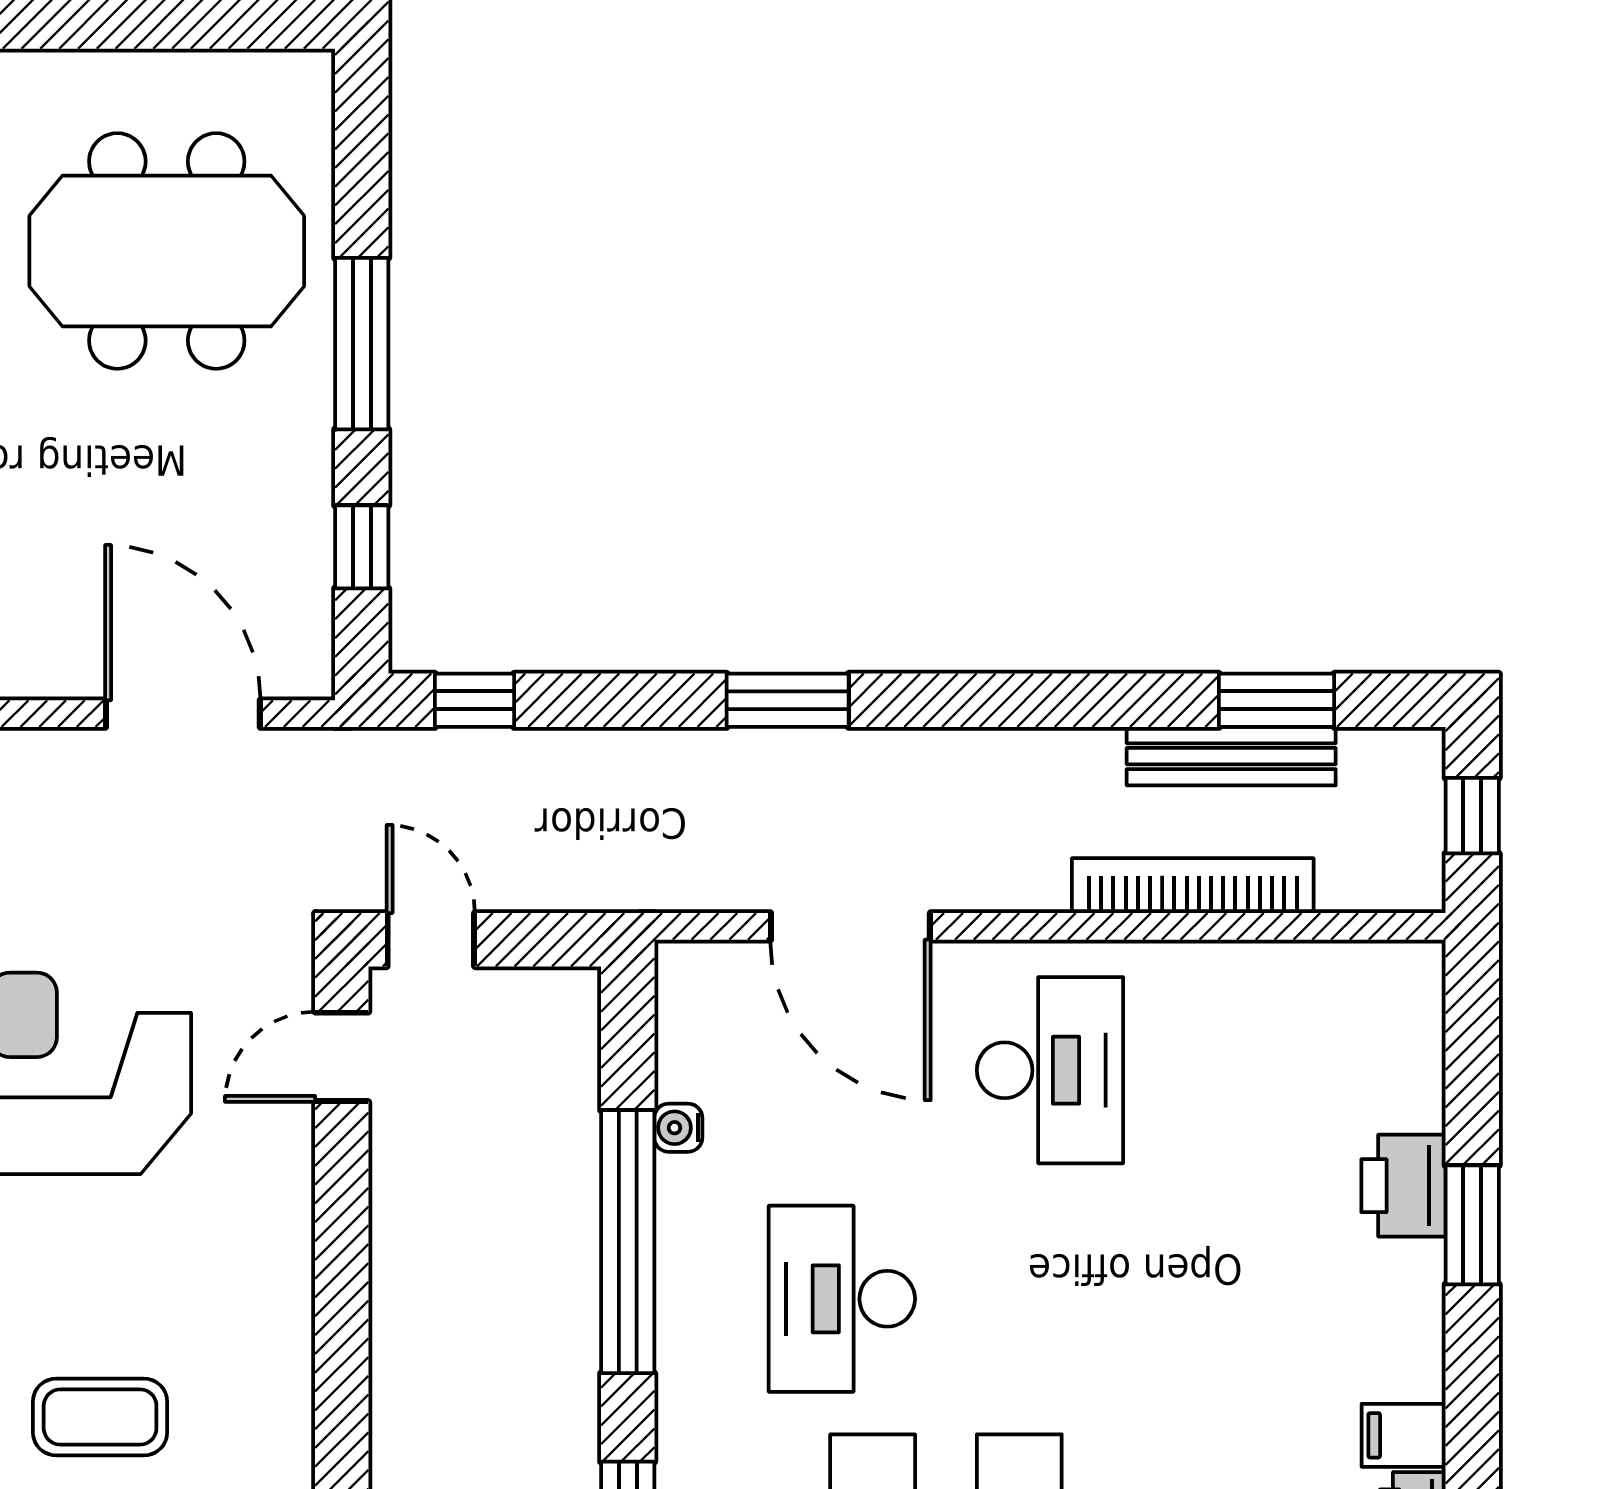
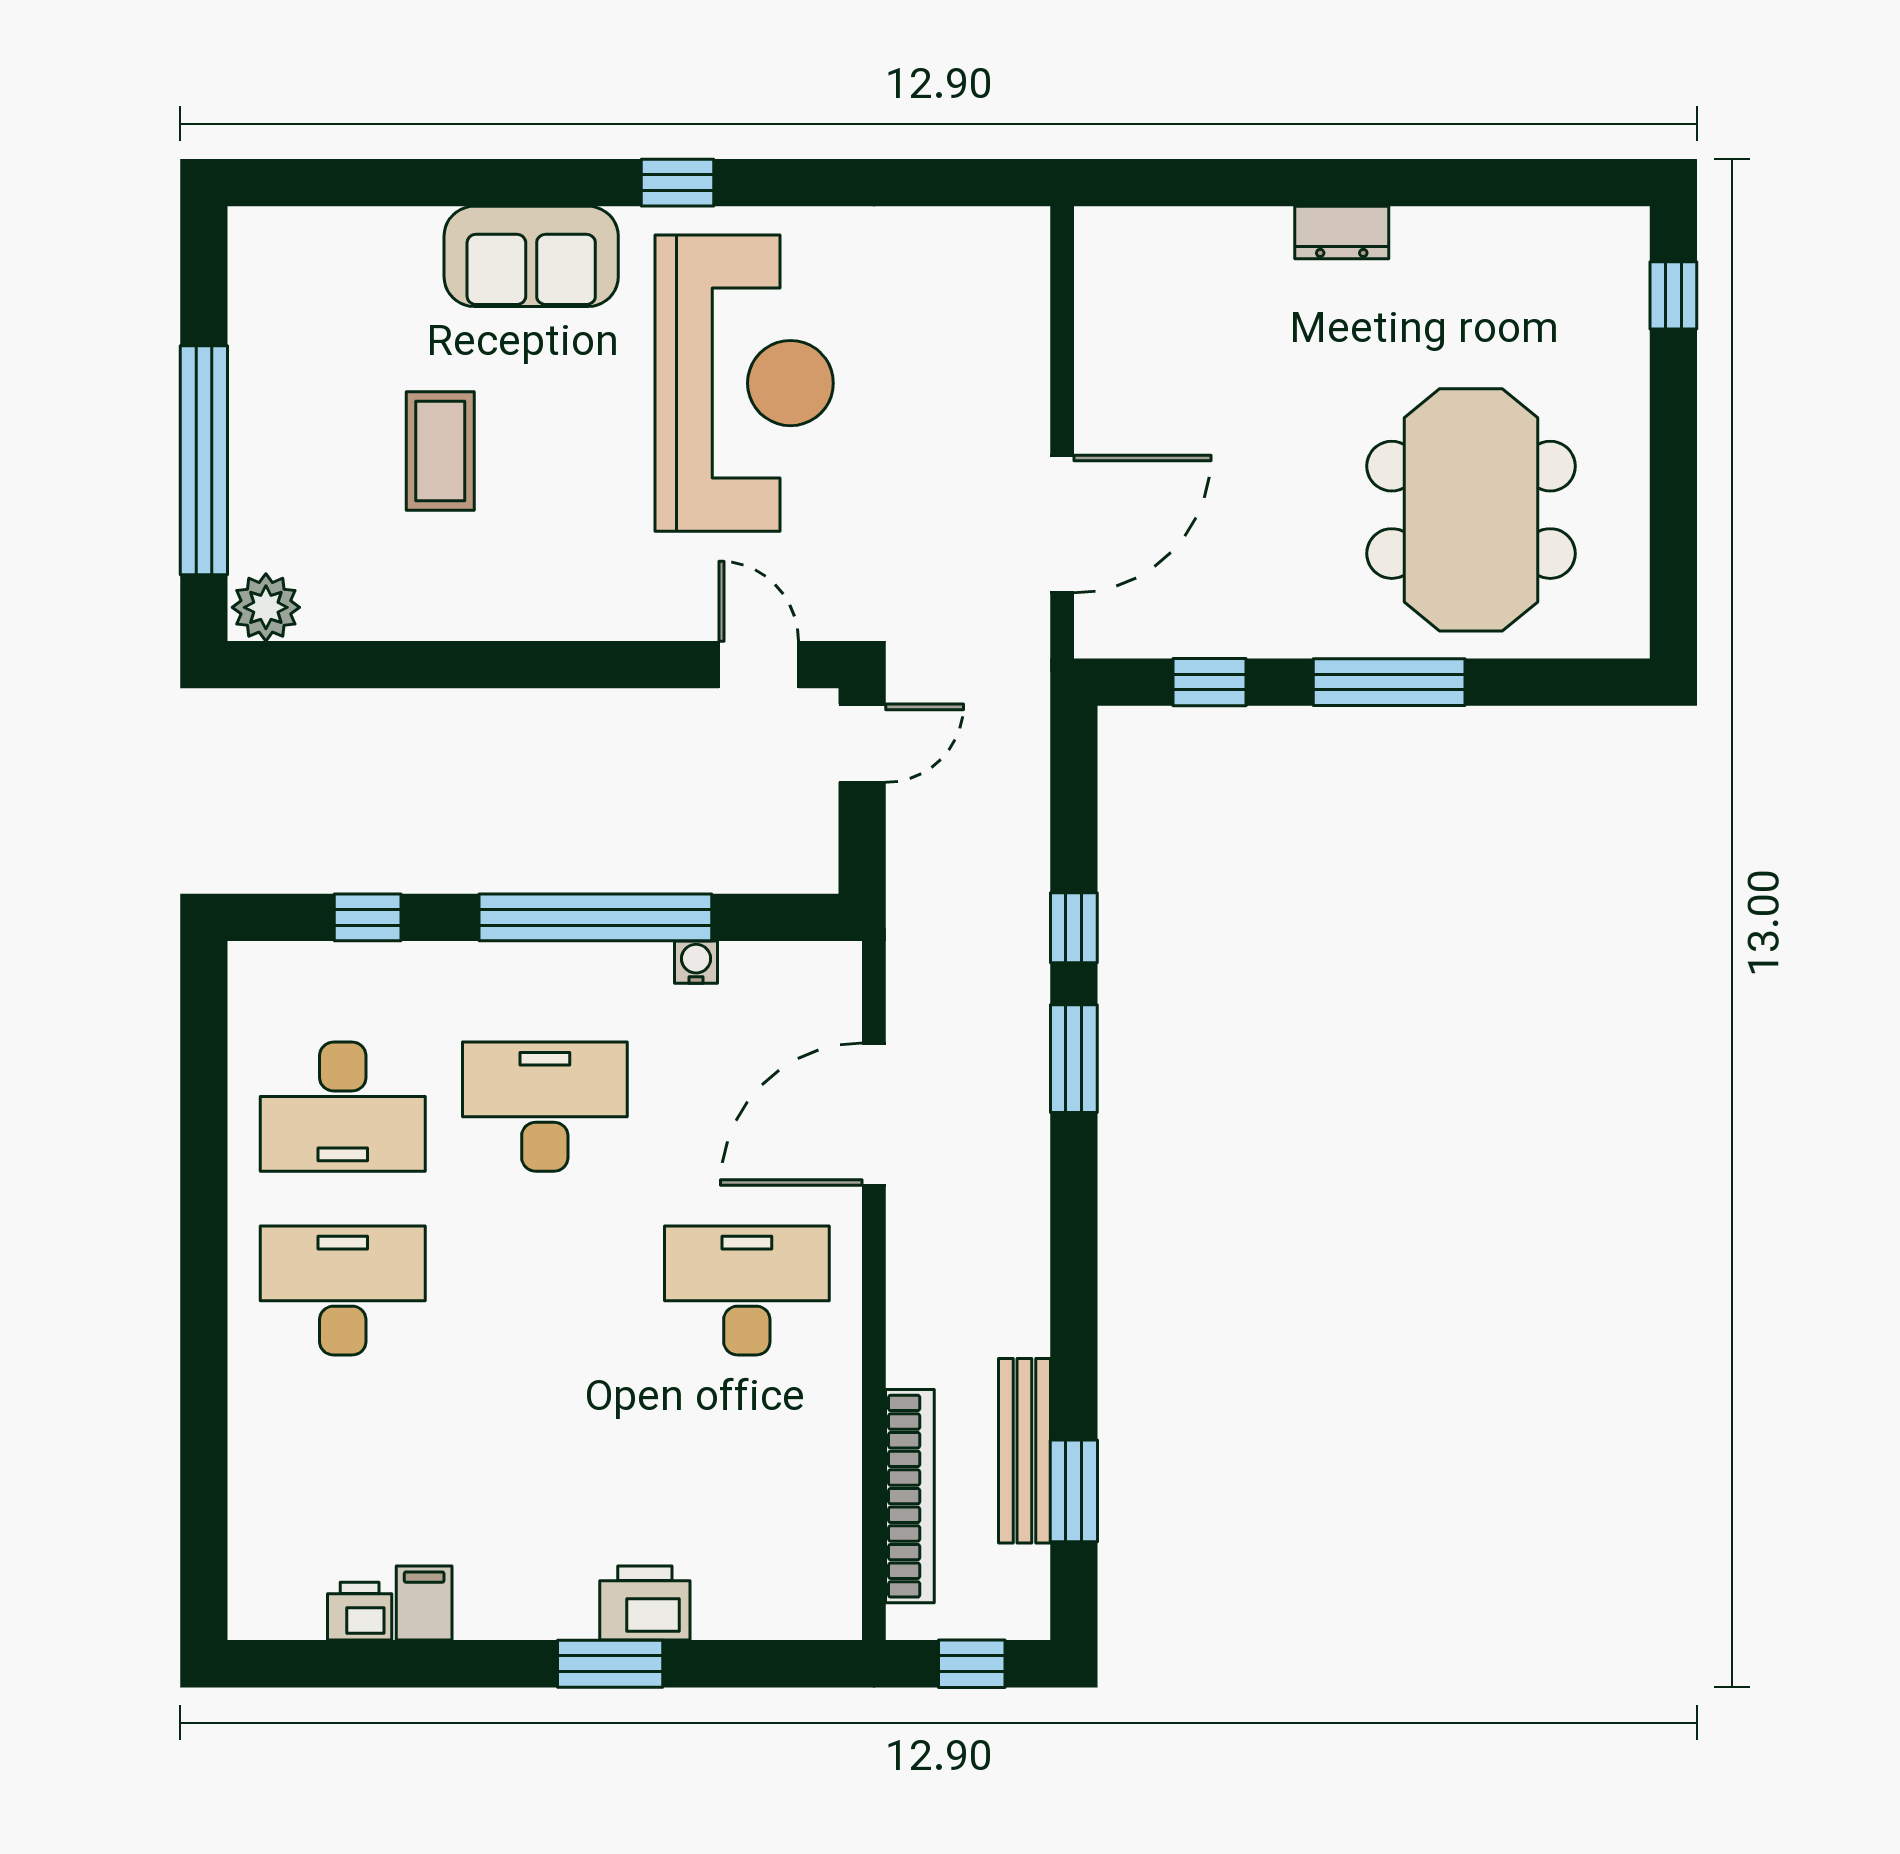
window: (474, 700) -> (1074, 928), moved
bookcase: (1193, 886) -> (910, 1496), moved
desk: (1050, 1070) -> (747, 1291), turned 180

